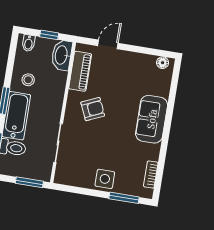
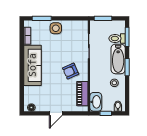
door: (108, 44) -> (56, 113), moved
sofa: (152, 119) -> (32, 65), width x1.36

